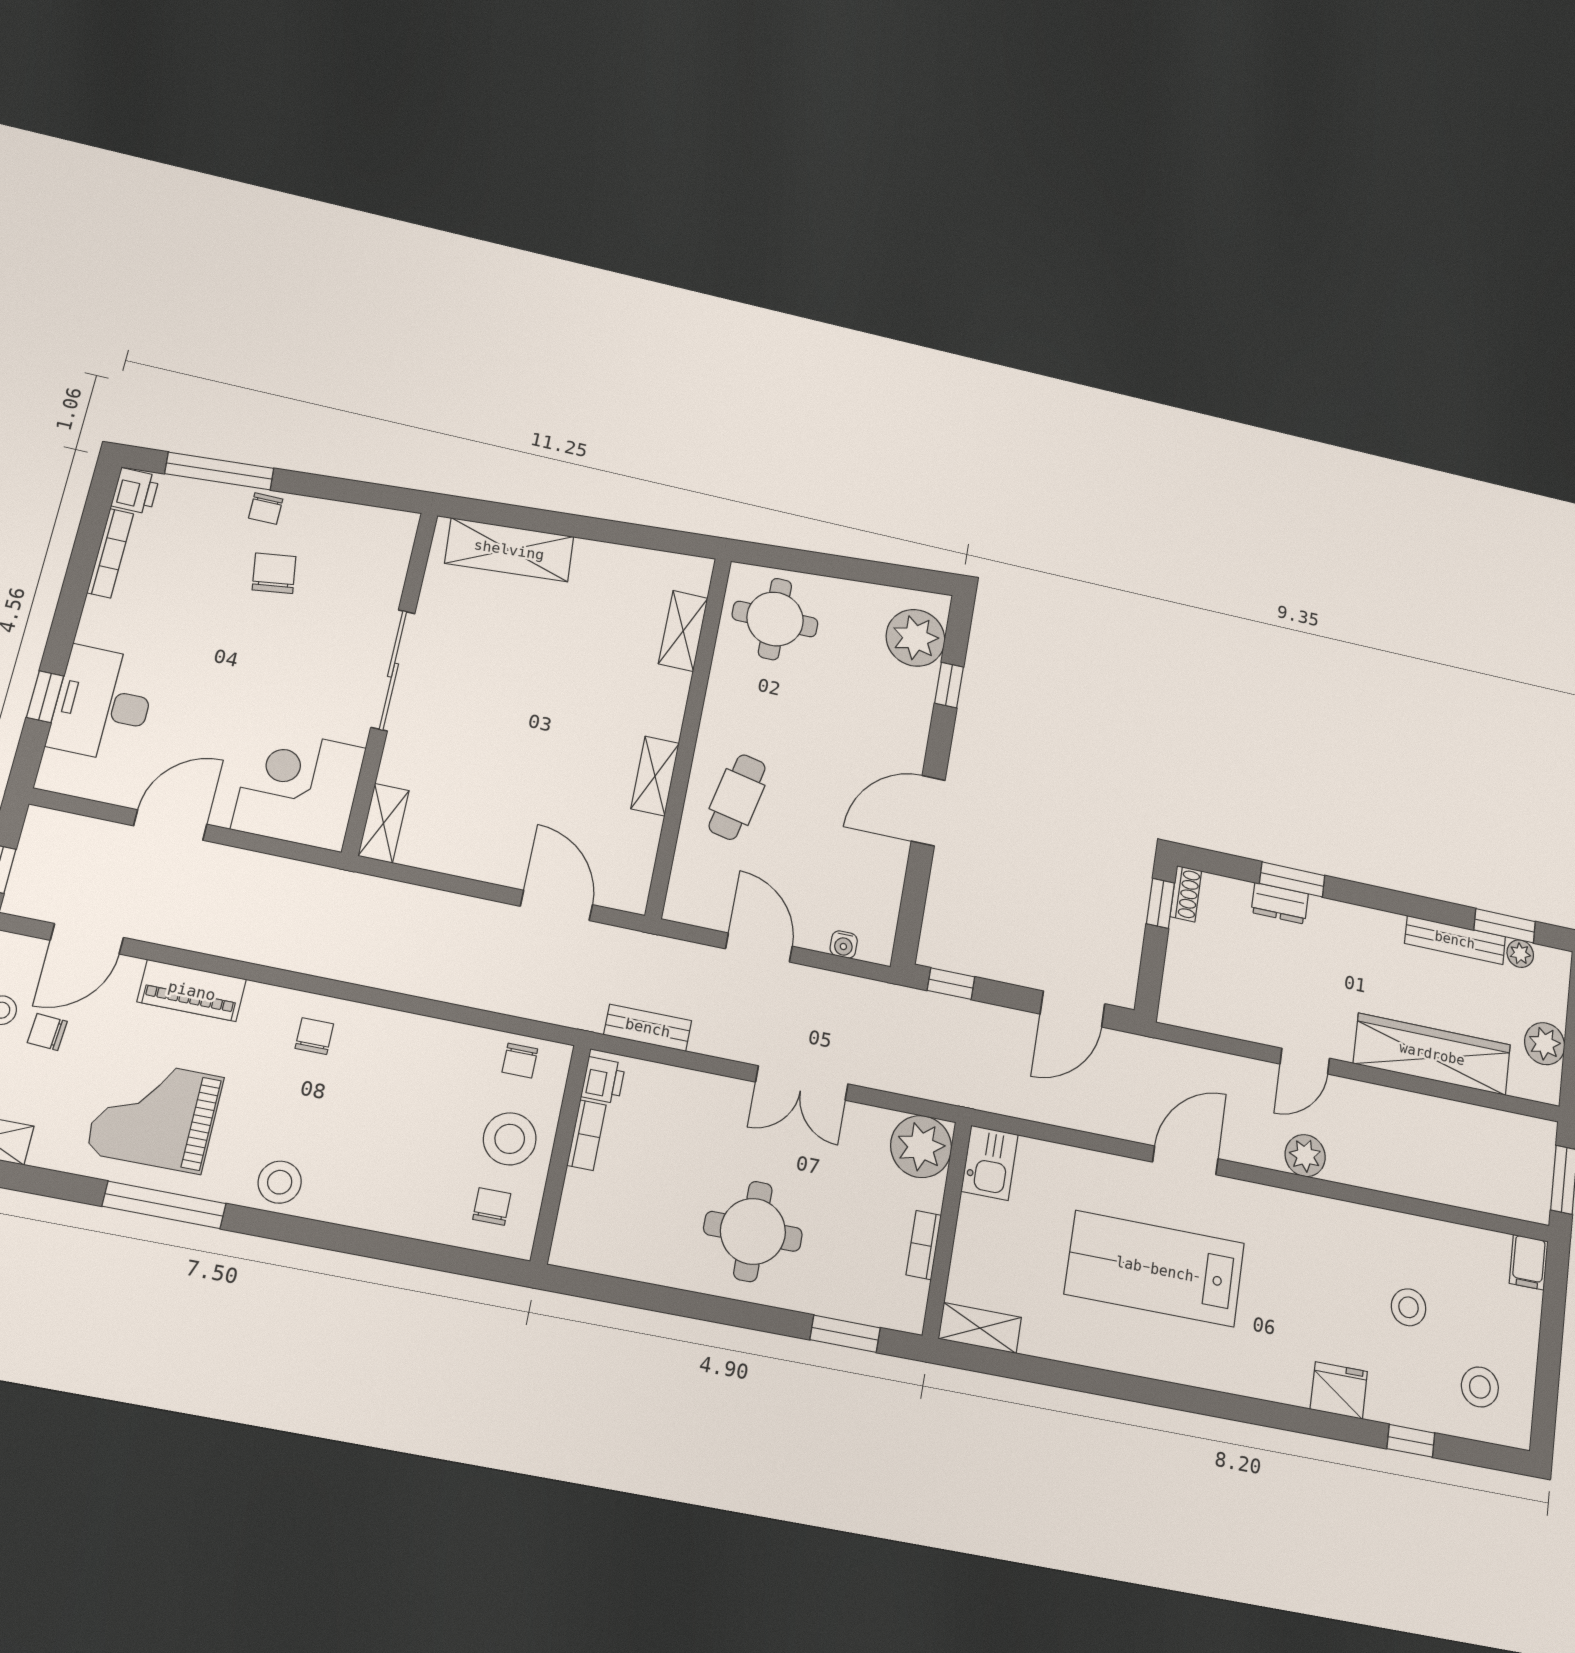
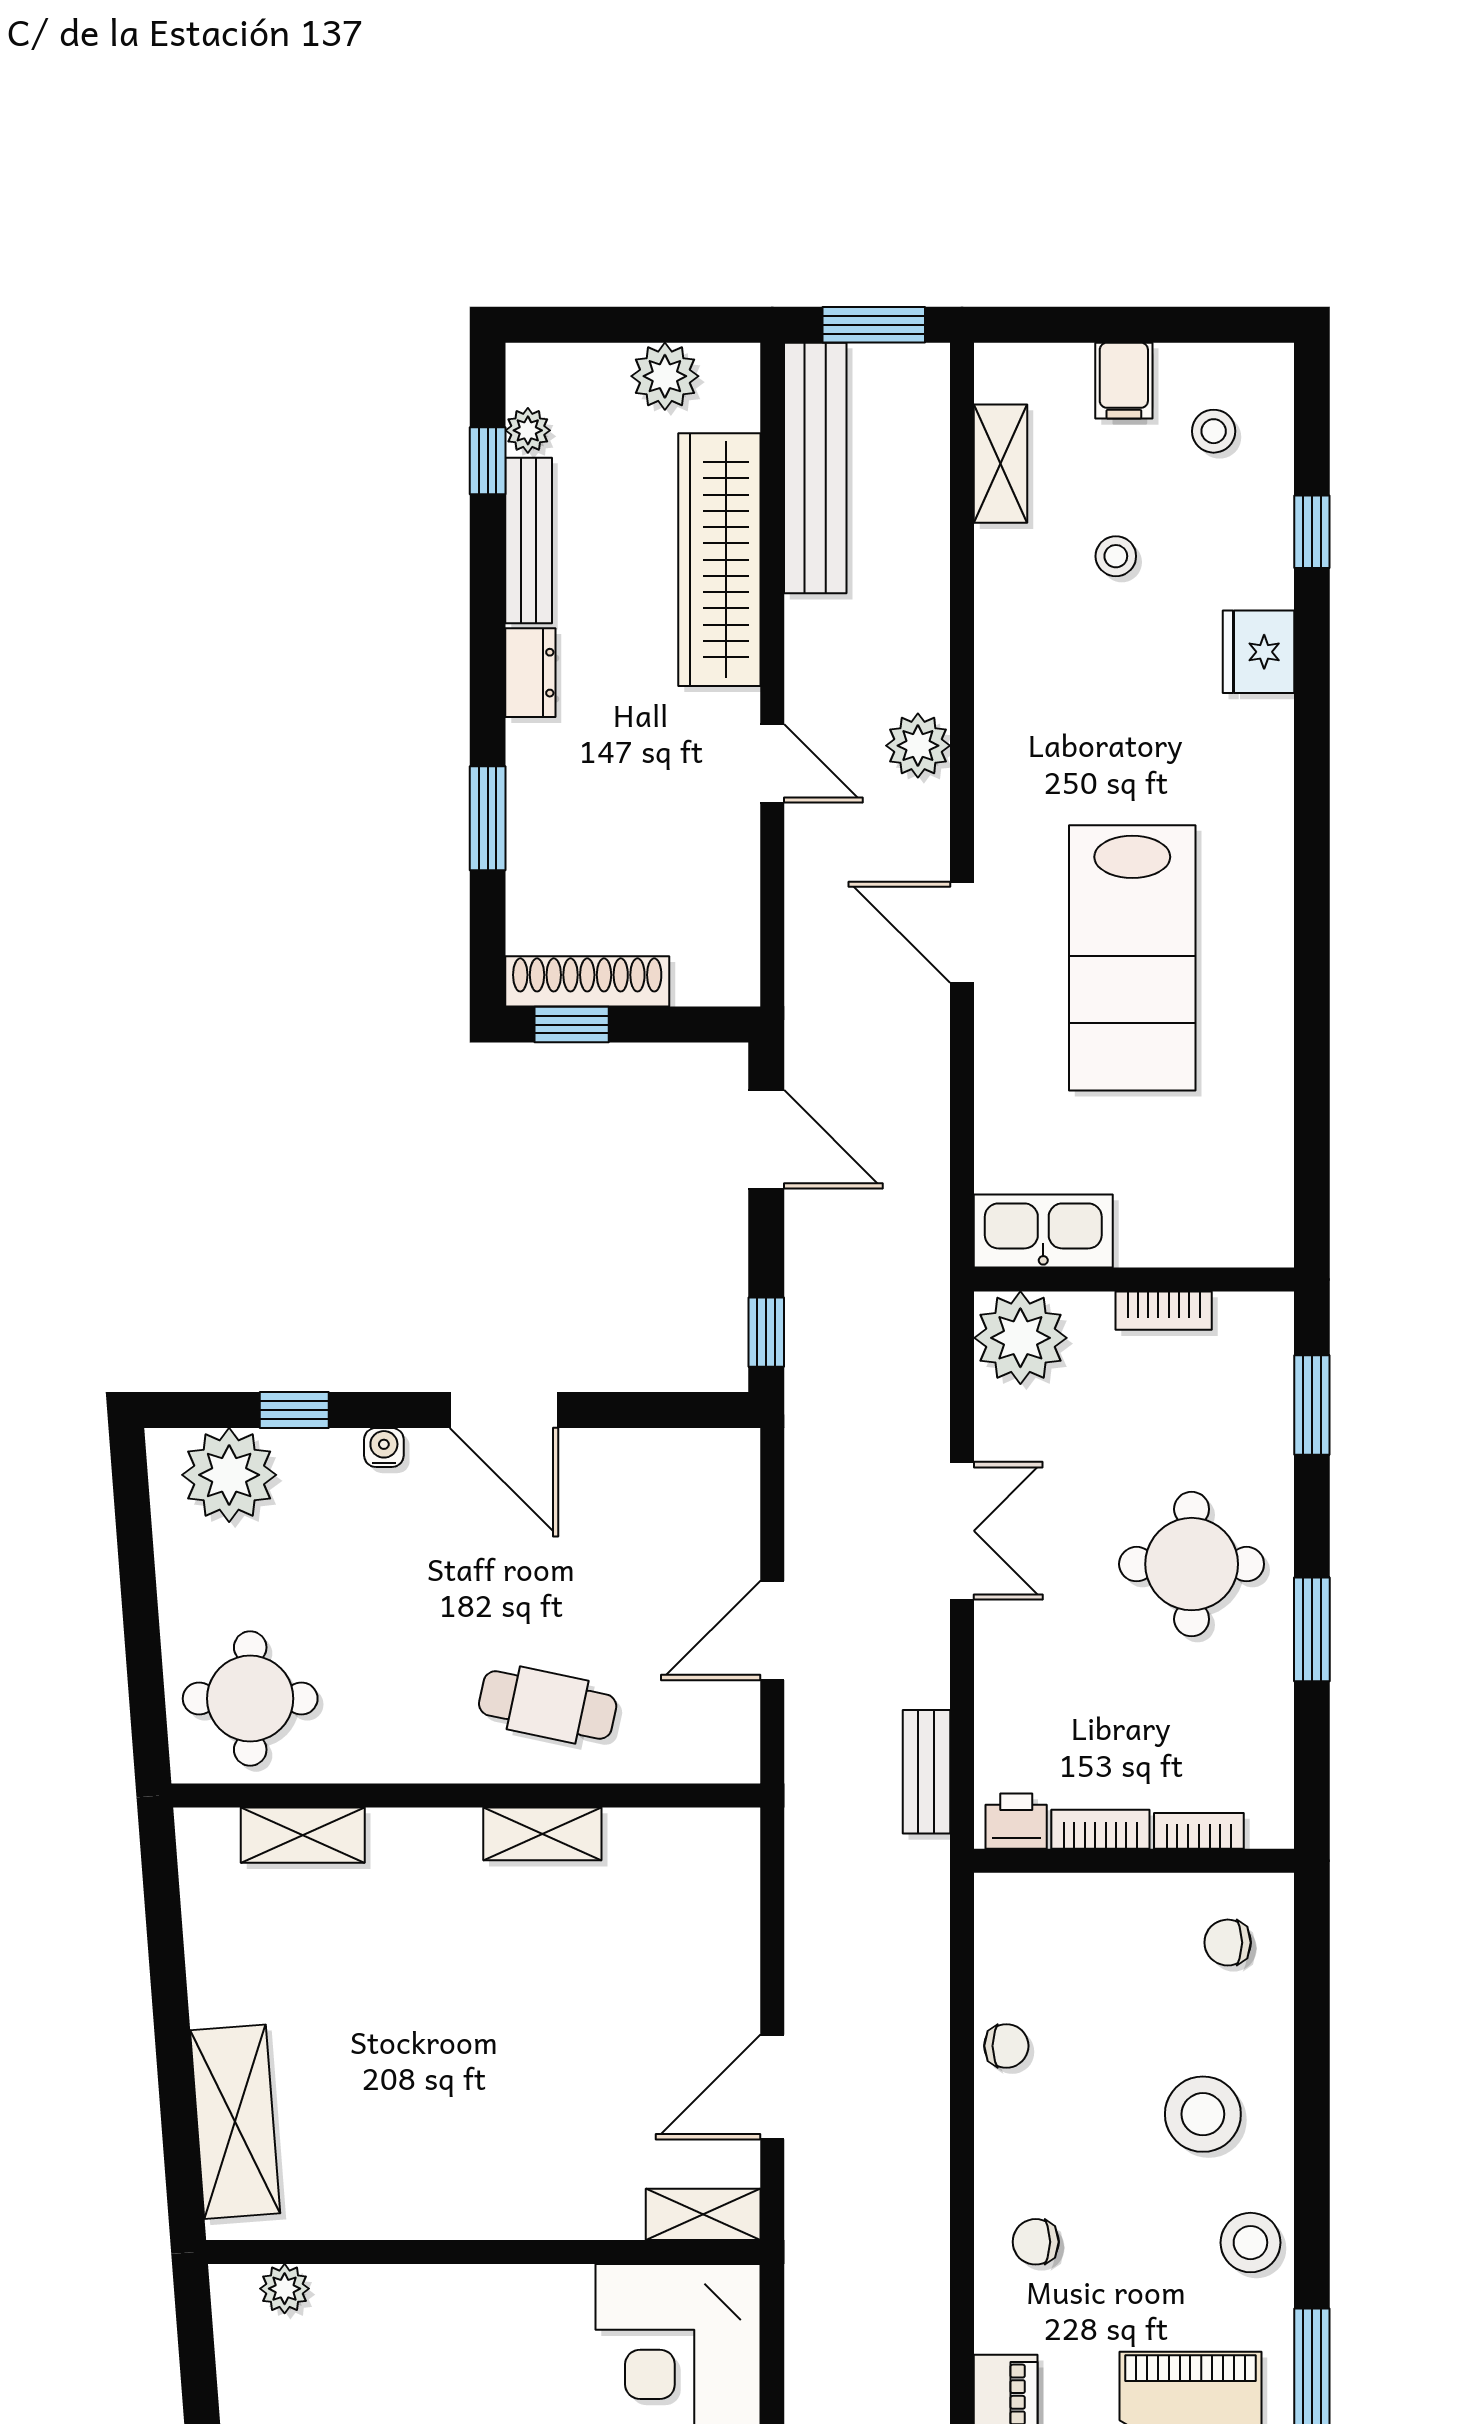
plant: (395, 555) -> (285, 2289), added
sliding door: (393, 670) -> (466, 2252), removed
shoe rack: (1186, 894) -> (587, 981), width x1.94, depth x1.24
dresser: (1280, 903) -> (530, 673), moved
door: (556, 905) -> (772, 2087), moved
window: (1505, 926) -> (488, 461), width x0.67
water cooler: (844, 945) -> (384, 1447), moved, turned -90
chair: (520, 1061) -> (1006, 2046), moved
bench: (1481, 1125) -> (815, 468), added
stool: (510, 1139) -> (1203, 2114), moved
kitchen sink: (990, 1163) -> (1043, 1231), width x1.38
bookcase: (572, 1201) -> (1199, 1831), added
filing cabinet: (1529, 1262) -> (1124, 381), moved, turned 90
window: (694, 1305) -> (1312, 1629), added
stool: (1409, 1307) -> (1116, 556), width x0.73, depth x0.73
shelving: (980, 1328) -> (1001, 464), moved
stool: (1480, 1387) -> (1214, 431), width x0.73, depth x0.73

